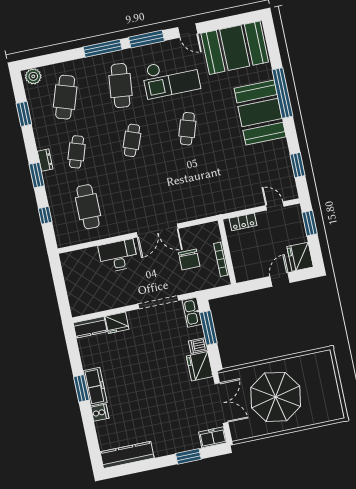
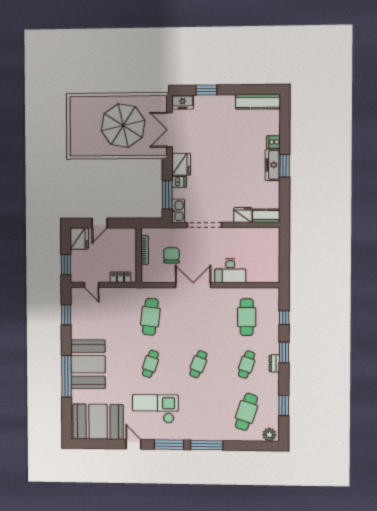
cafe table: (121, 86) -> (150, 317), moved

